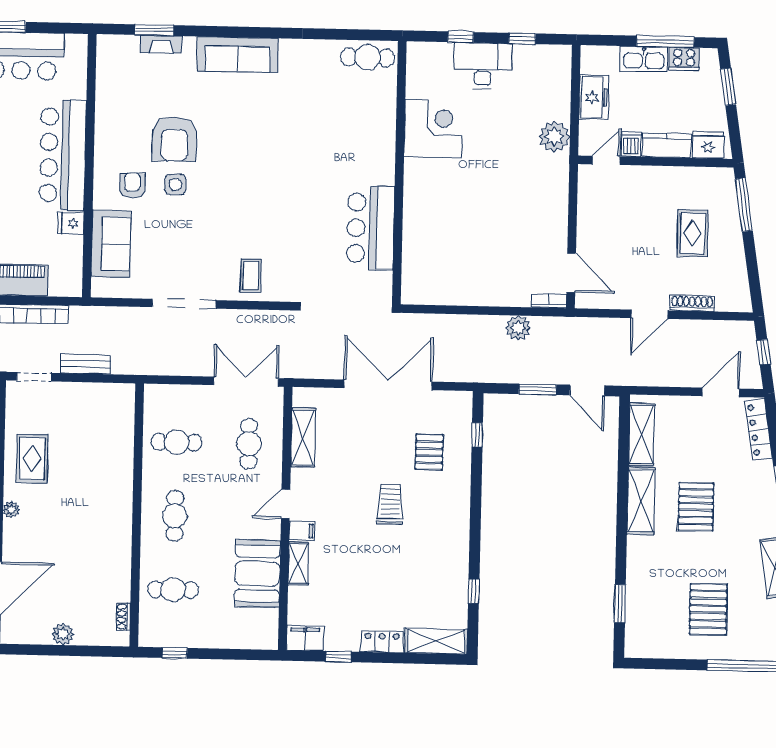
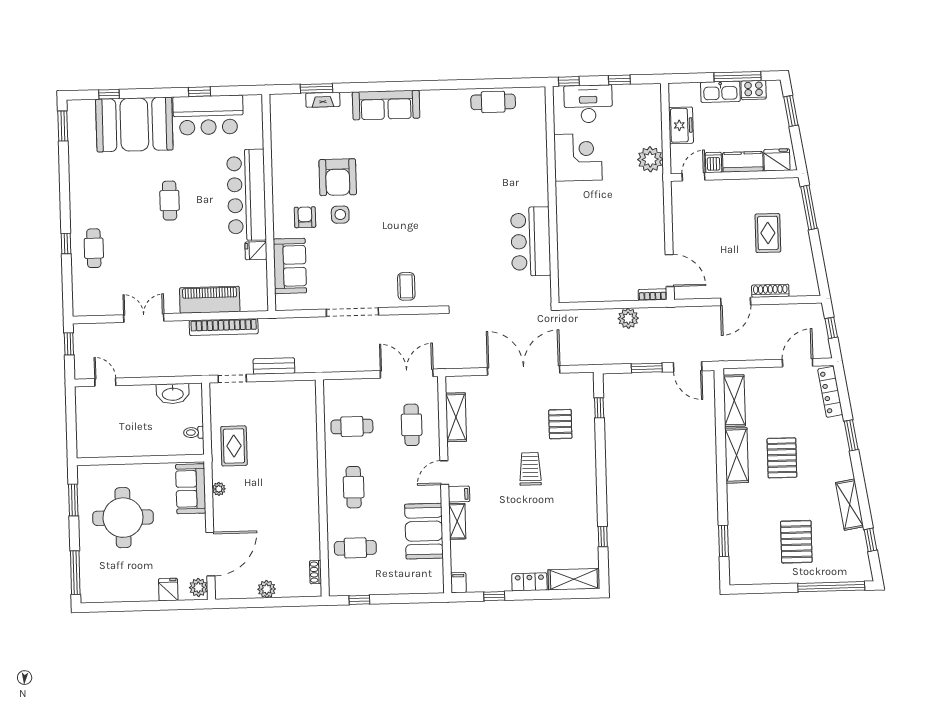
corner desk: (433, 129) -> (578, 157), moved
wall: (399, 173) -> (552, 195), moved
bar counter: (371, 228) -> (531, 241), moved
filing cabinet: (305, 638) -> (458, 583), width x0.50

